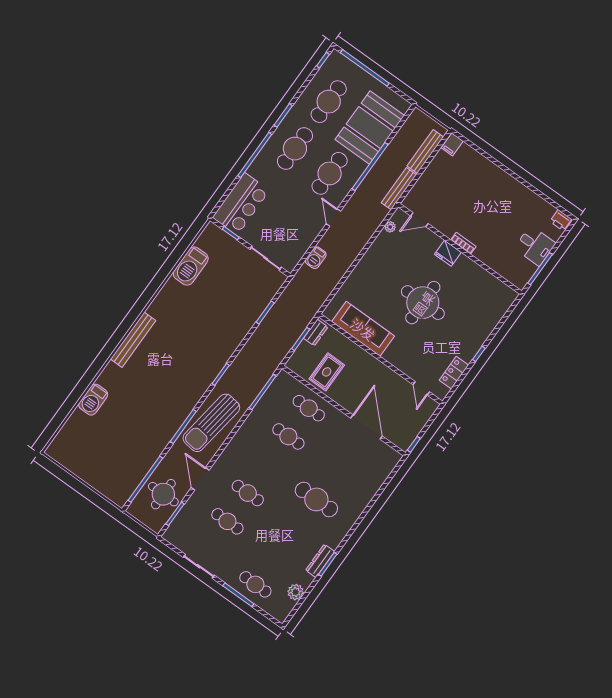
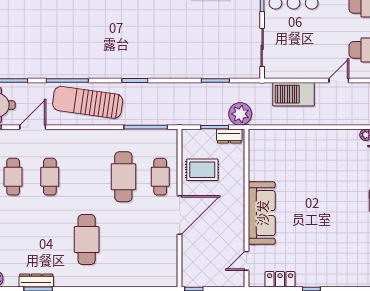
barbecue: (316, 258) -> (293, 94), width x1.88, depth x1.53
round table: (423, 303) -> (321, 209), removed
plant: (305, 312) -> (240, 114), added
sofa: (363, 329) -> (262, 213), moved
door: (367, 427) -> (180, 215), moved
cafe table: (288, 436) -> (123, 177), width x1.37, depth x1.35

